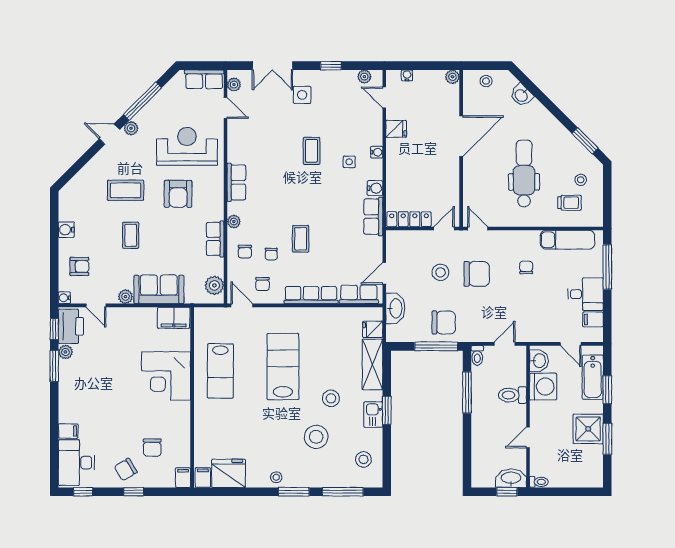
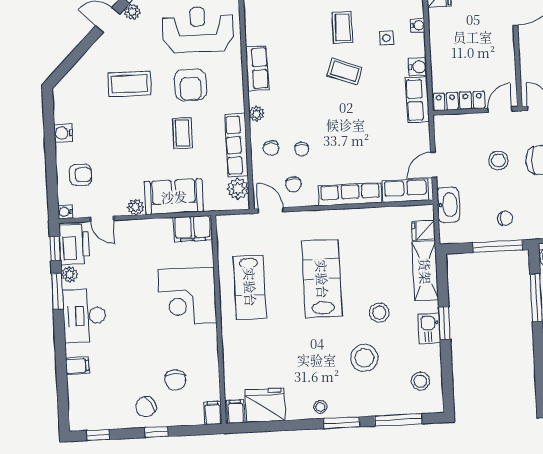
coffee table: (131, 235) -> (182, 133), moved
row of seats: (215, 239) -> (236, 145), width x1.48
coffee table: (301, 239) -> (345, 71), moved, turned -70
chair: (444, 323) -> (505, 218), width x0.54, depth x0.54
desk: (76, 463) -> (84, 316), moved

